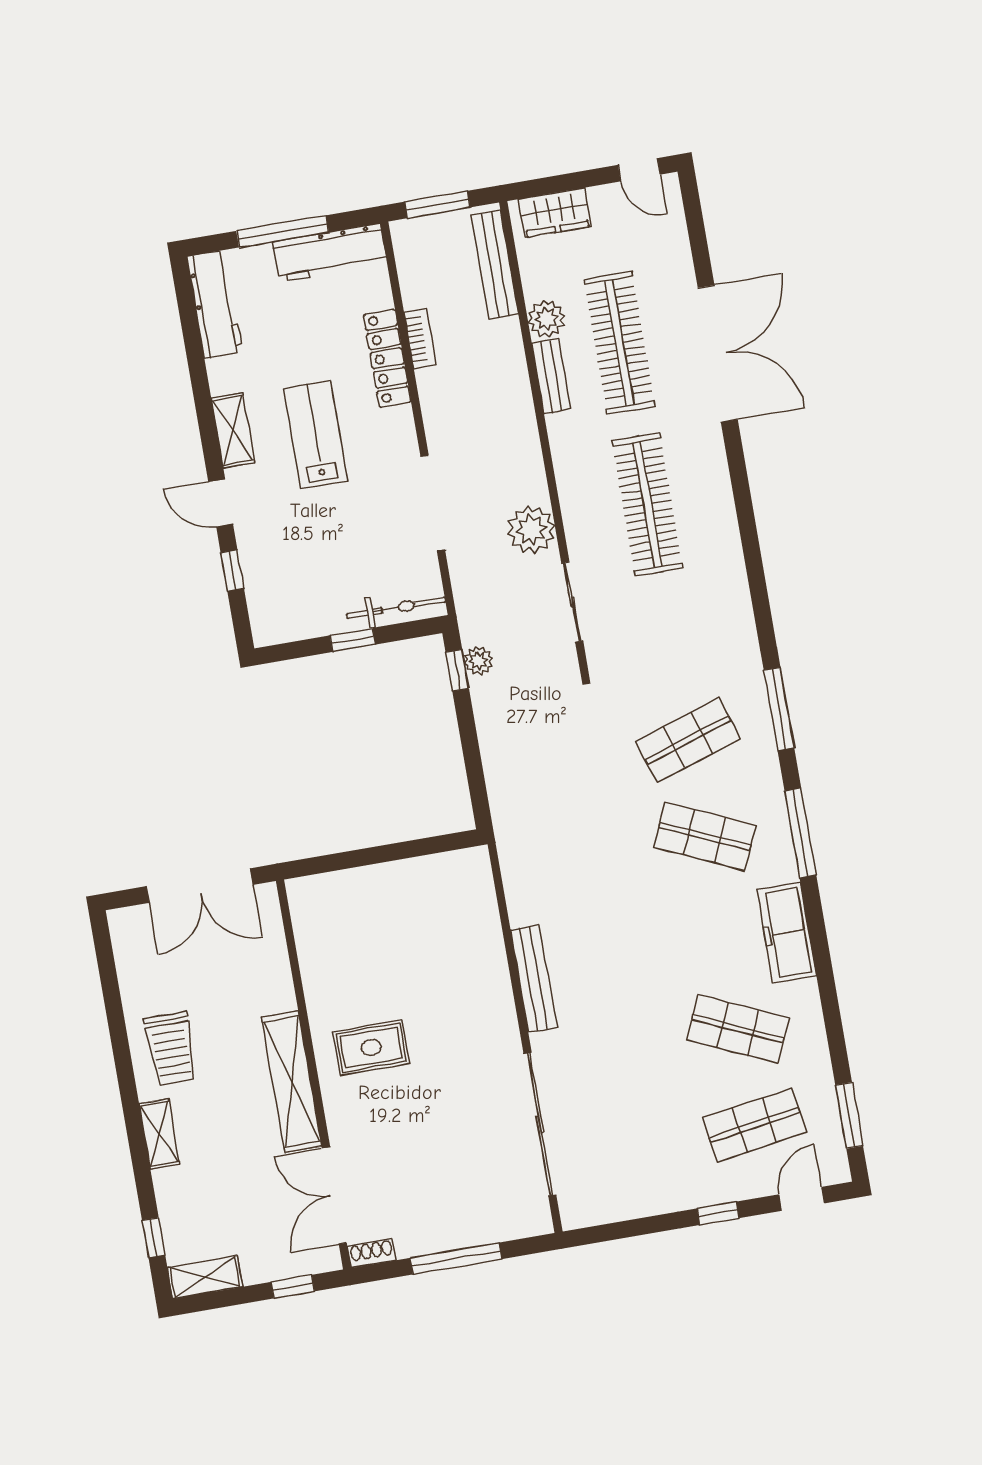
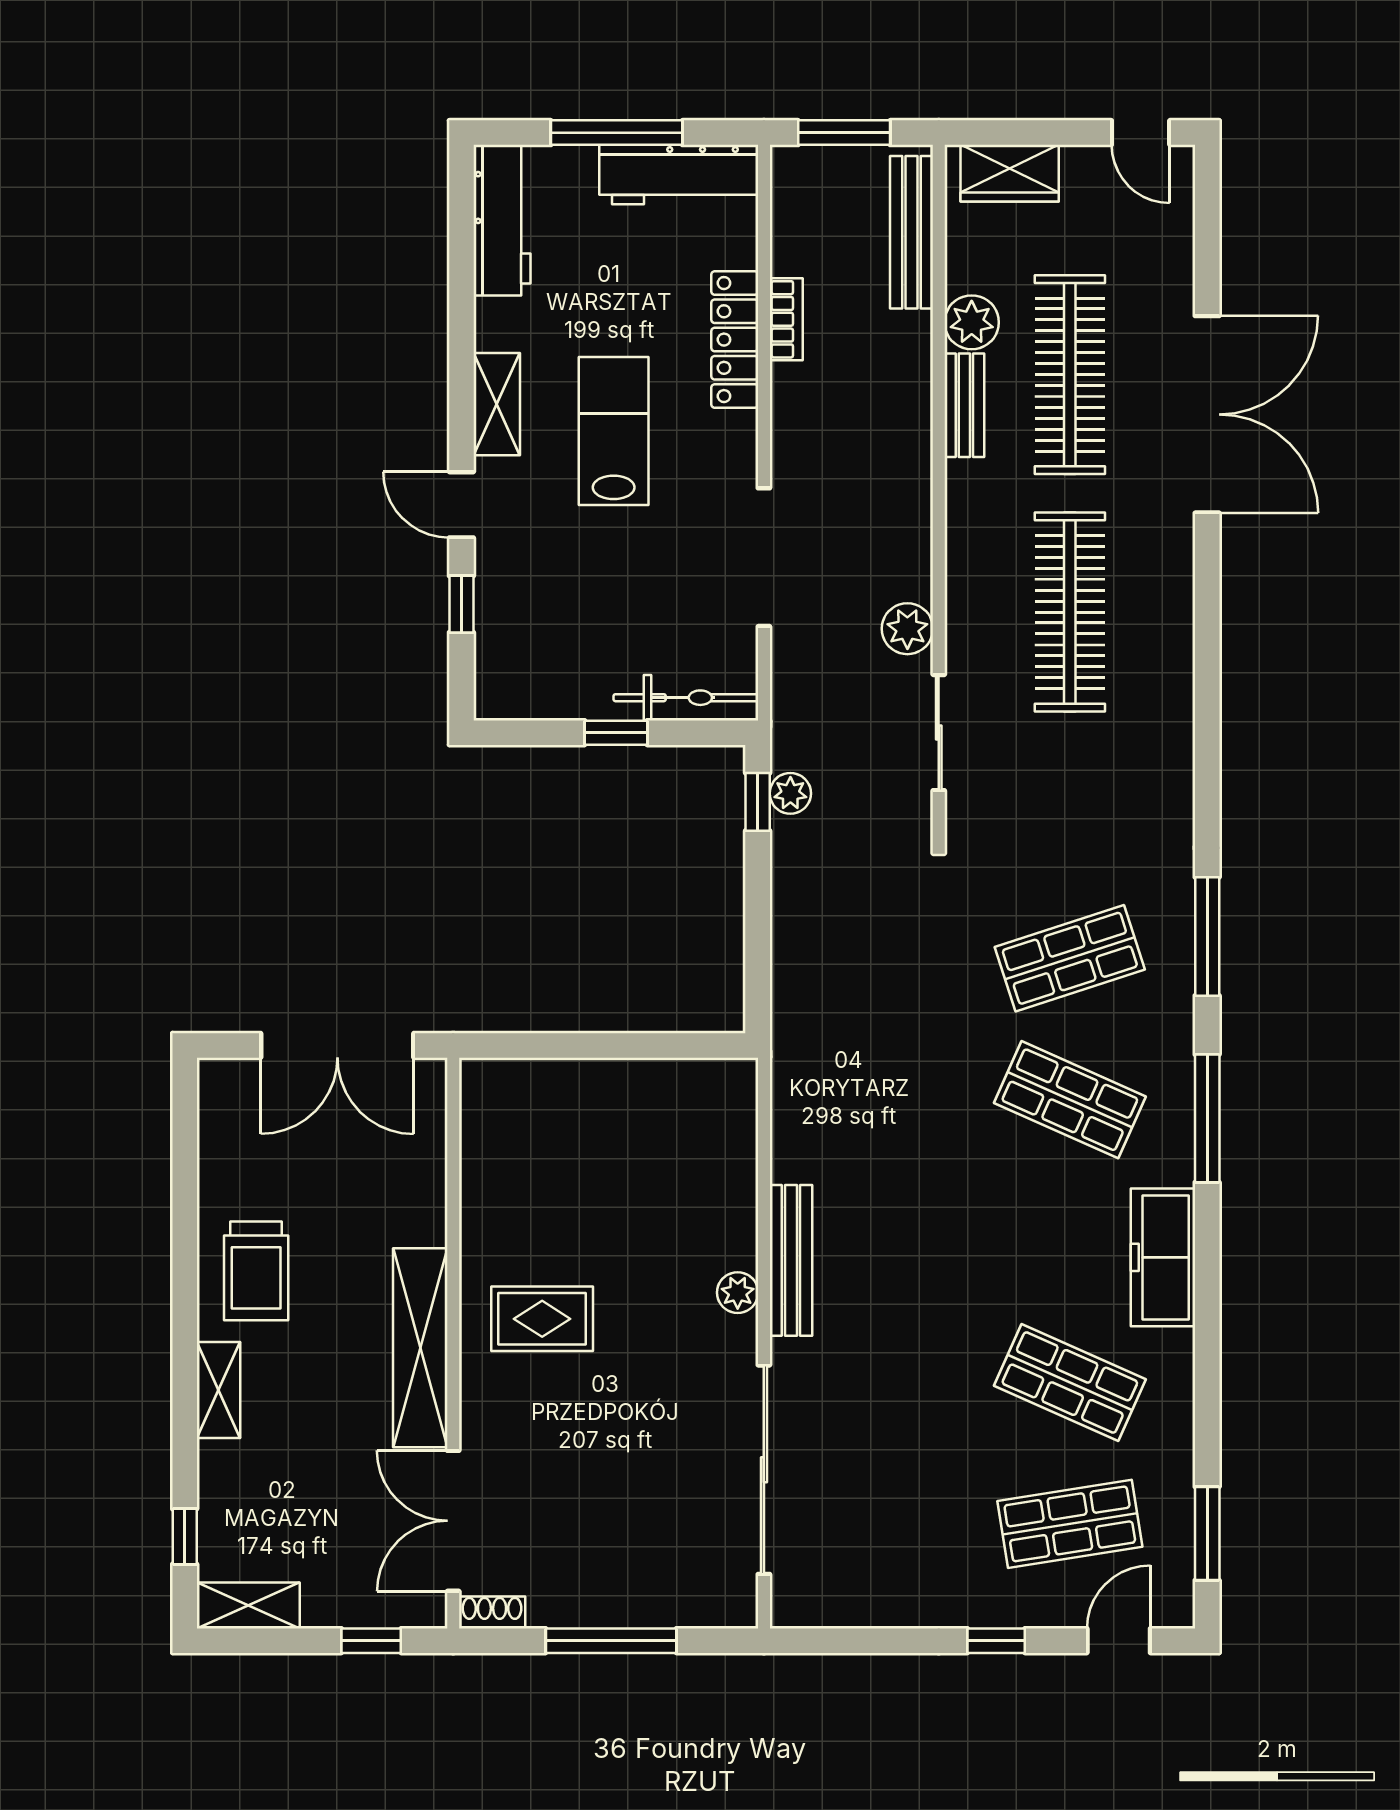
plant: (531, 530) -> (907, 629), width x0.73, depth x0.73
plant: (501, 1007) -> (738, 1293), added

